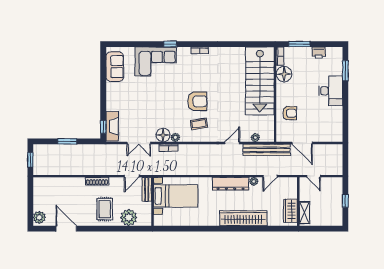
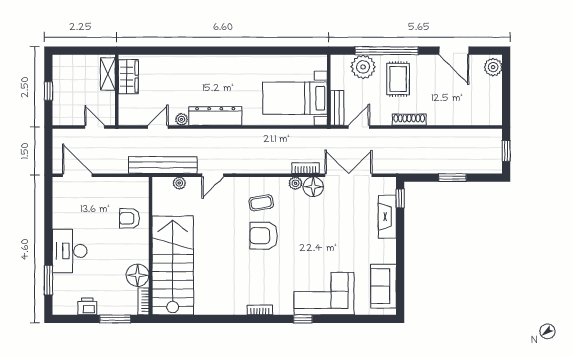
fireplace: (112, 126) -> (387, 217), moved
double door: (139, 143) -> (349, 175), width x1.37
door: (302, 143) -> (77, 175), moved
wardrobe: (243, 218) -> (197, 66), removed
window: (113, 229) -> (387, 51), added

